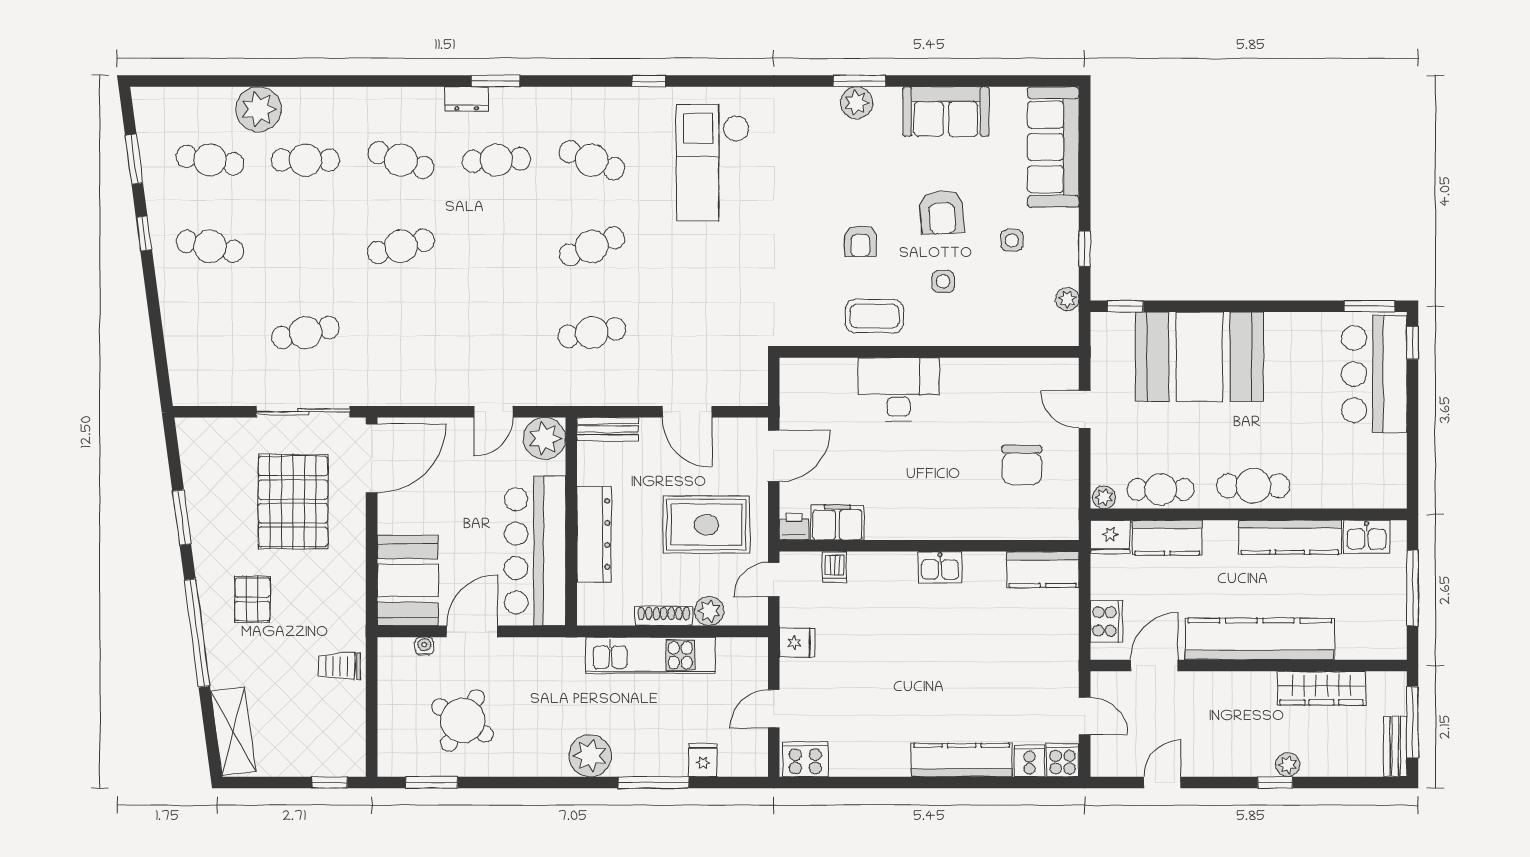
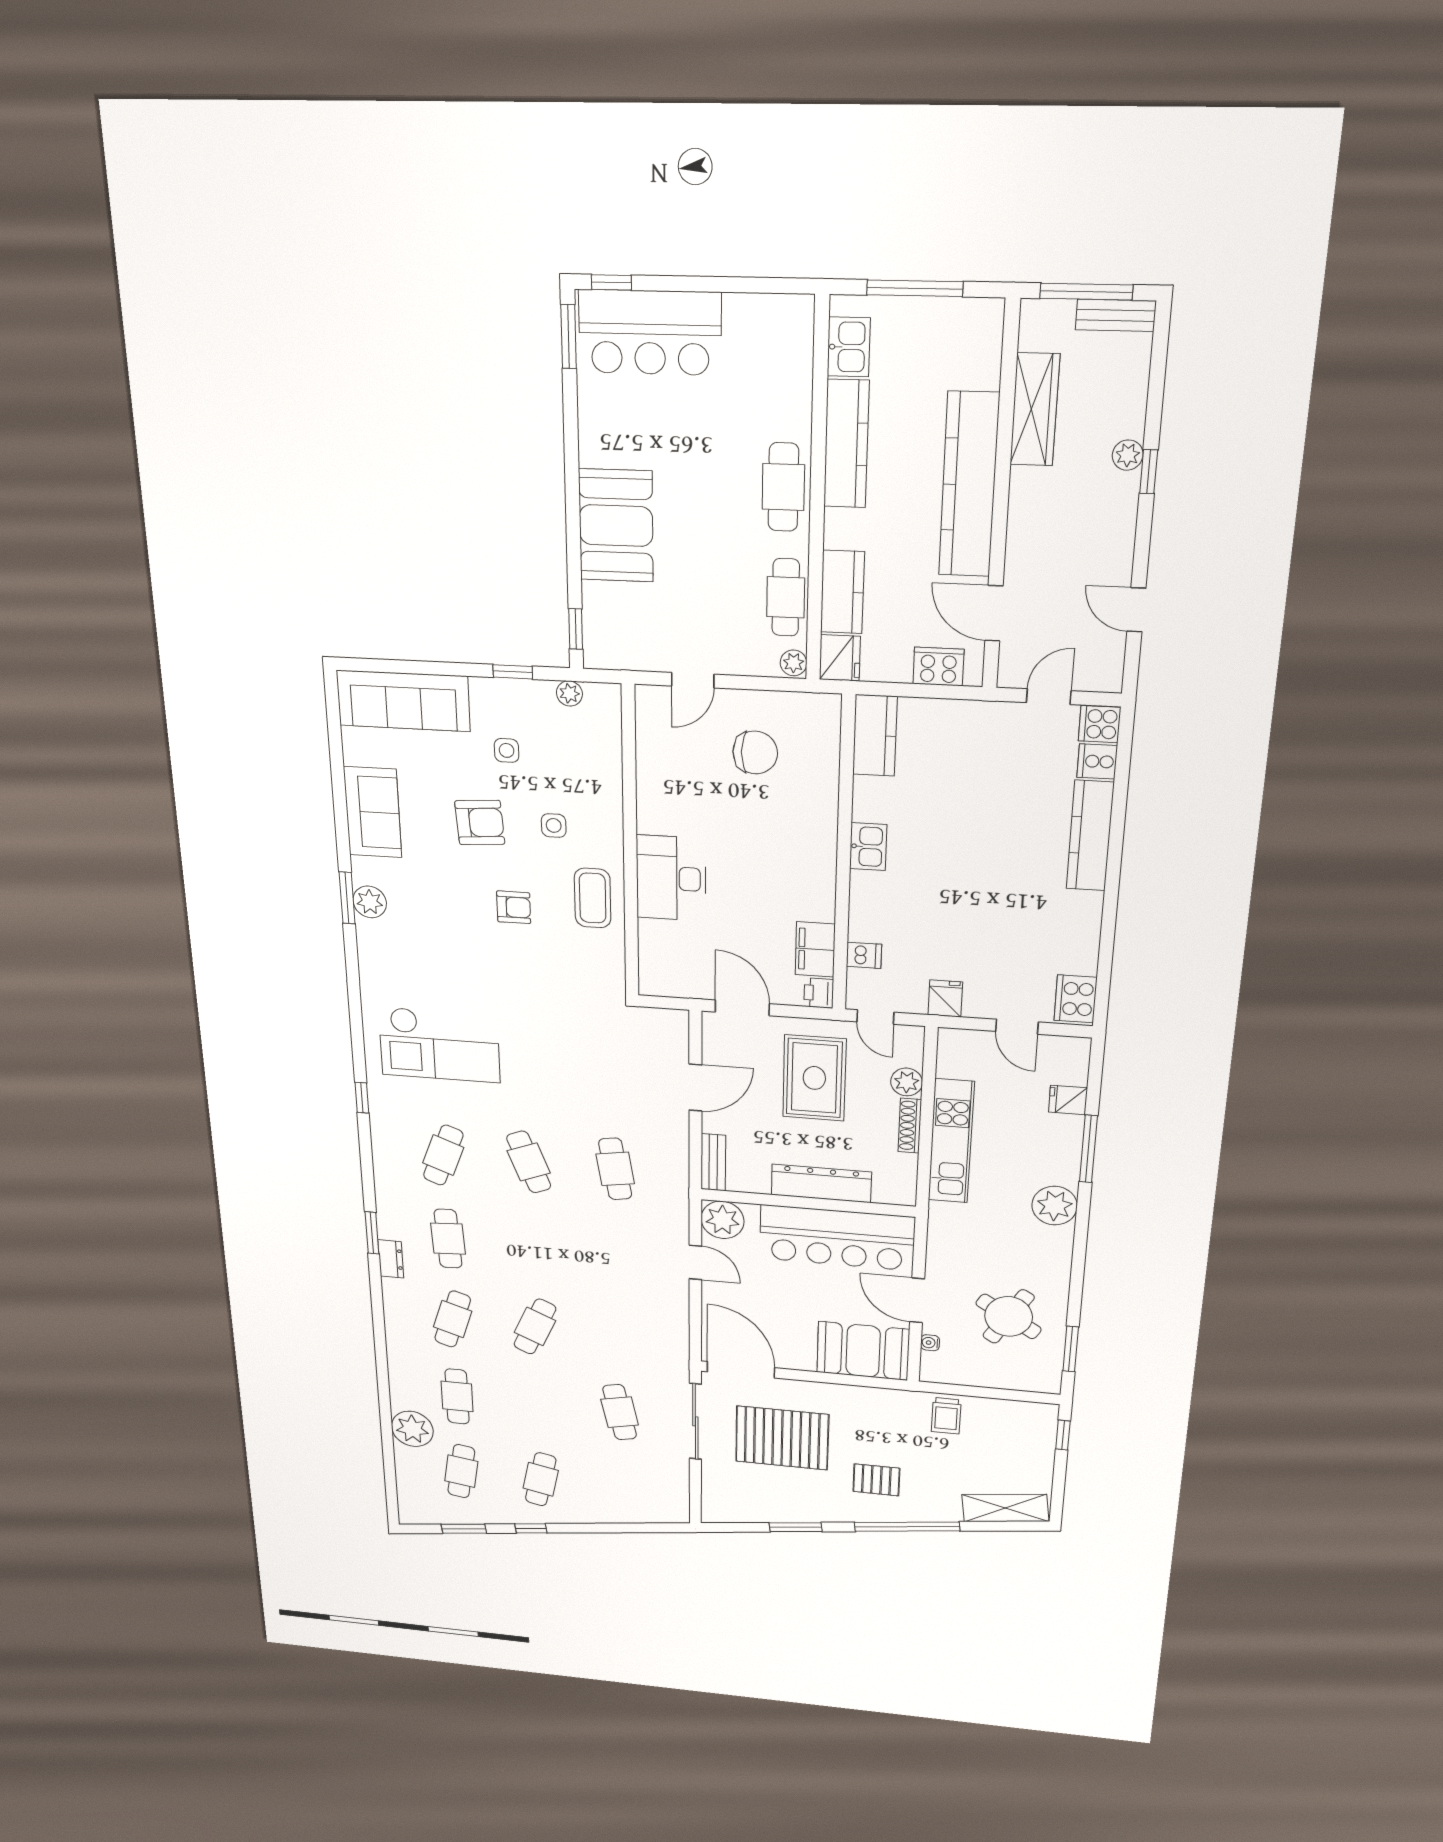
cafe table: (401, 246) -> (535, 1327), turned 39
booth: (1199, 357) -> (616, 526), width x0.73, depth x0.70

